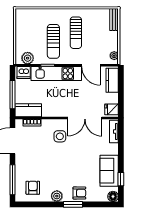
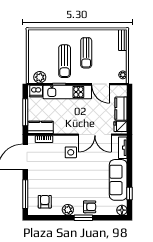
kitchen counter: (112, 80) -> (121, 109), moved
sofa: (109, 171) -> (118, 180), width x1.36

